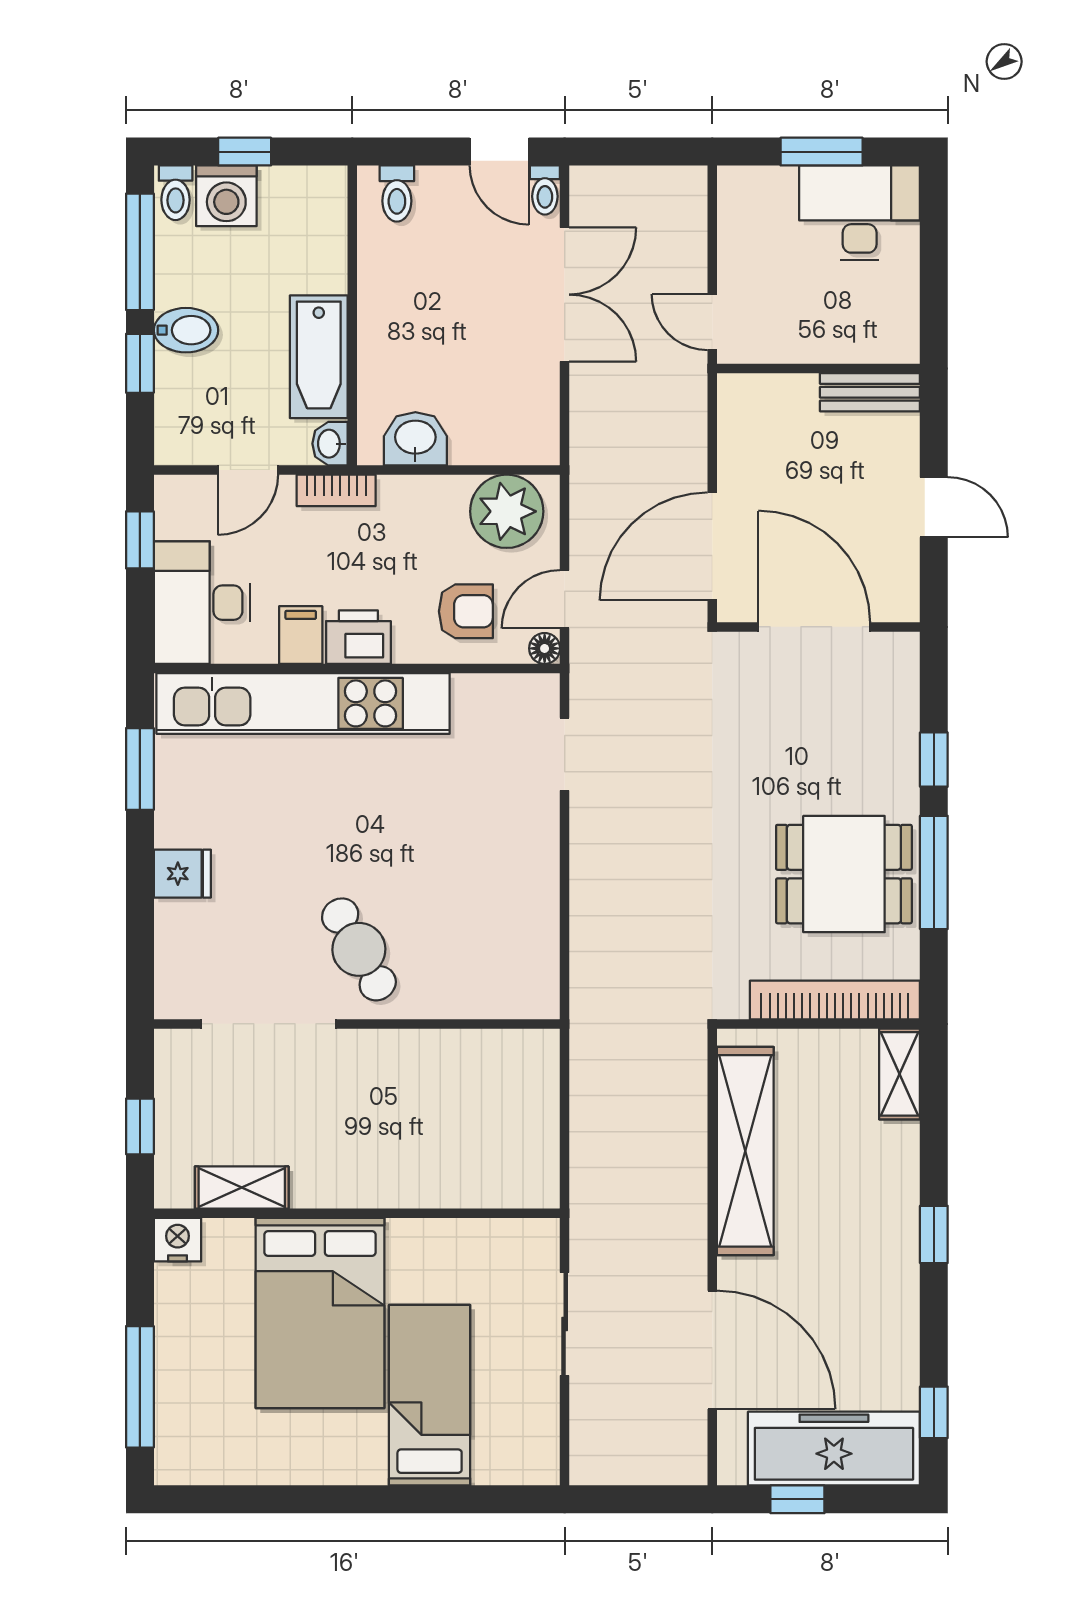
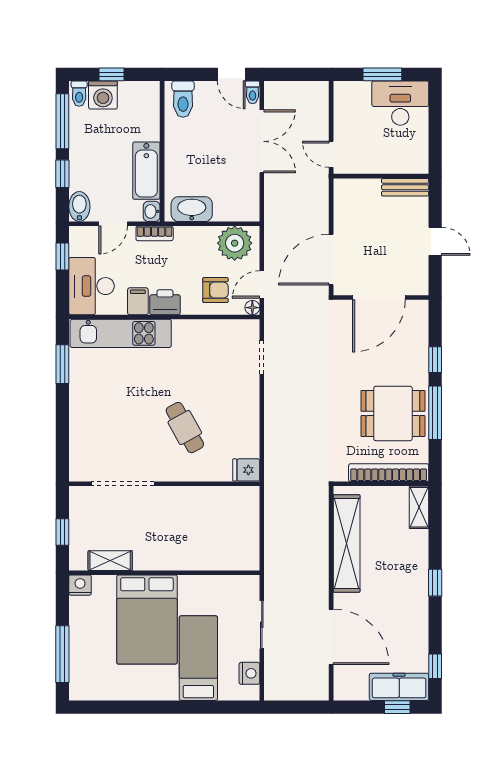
toilet: (397, 193) -> (183, 99), width x1.37, depth x1.39
bidet: (186, 330) -> (79, 207), moved, turned -90
washbasin: (415, 439) -> (192, 209), width x1.38
door: (814, 627) -> (379, 297), swing flipped
kitchen unit: (303, 703) -> (121, 333), width x0.73
fridge: (182, 874) -> (246, 470), moved, turned 180
cafe table: (359, 949) -> (185, 428), moved
nightstand: (538, 1428) -> (249, 673), added
freezer: (834, 1449) -> (399, 687), width x0.73, depth x0.79
window: (797, 1499) -> (397, 707), moved

